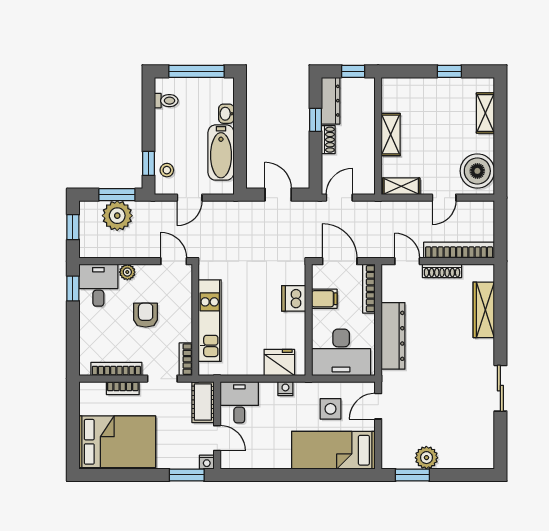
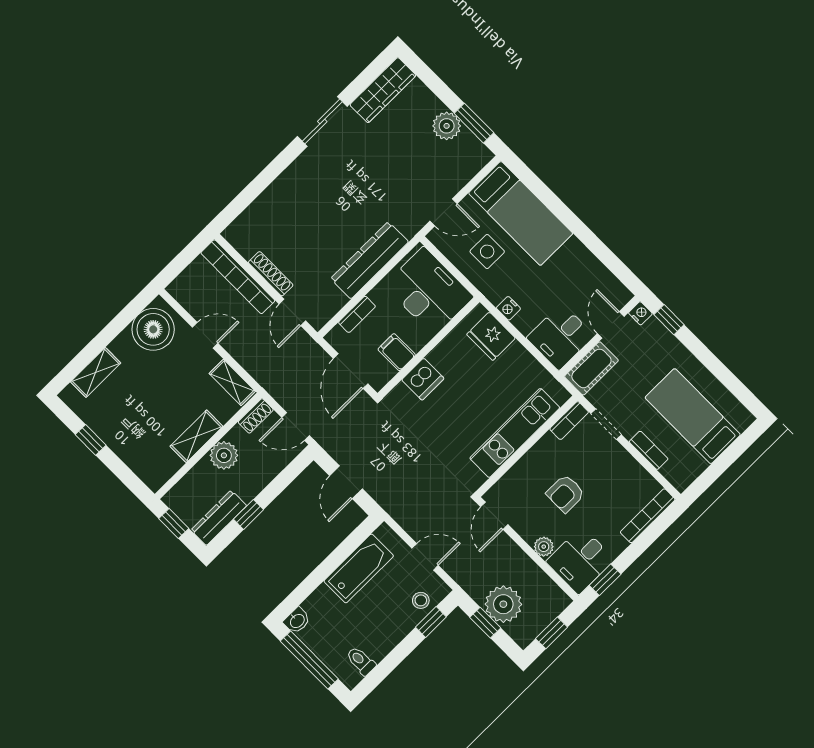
washbasin: (226, 114) -> (297, 621), moved
plant: (364, 139) -> (224, 455), added
shoe rack: (328, 140) -> (256, 416), moved, turned 180
window: (117, 195) -> (485, 623), width x0.67
bookcase: (369, 289) -> (357, 314), width x0.64
wardrobe: (484, 310) -> (383, 90), moved
bookcase: (116, 369) -> (648, 516), moved, turned 90
bed: (117, 442) -> (693, 416), width x0.67
window: (187, 475) -> (669, 320), width x0.67

